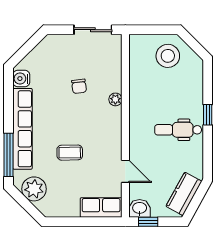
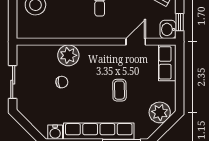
sliding door: (93, 30) -> (13, 82), moved
plant: (115, 99) -> (68, 55), width x1.88, depth x1.88
plant: (34, 189) -> (160, 112), moved

